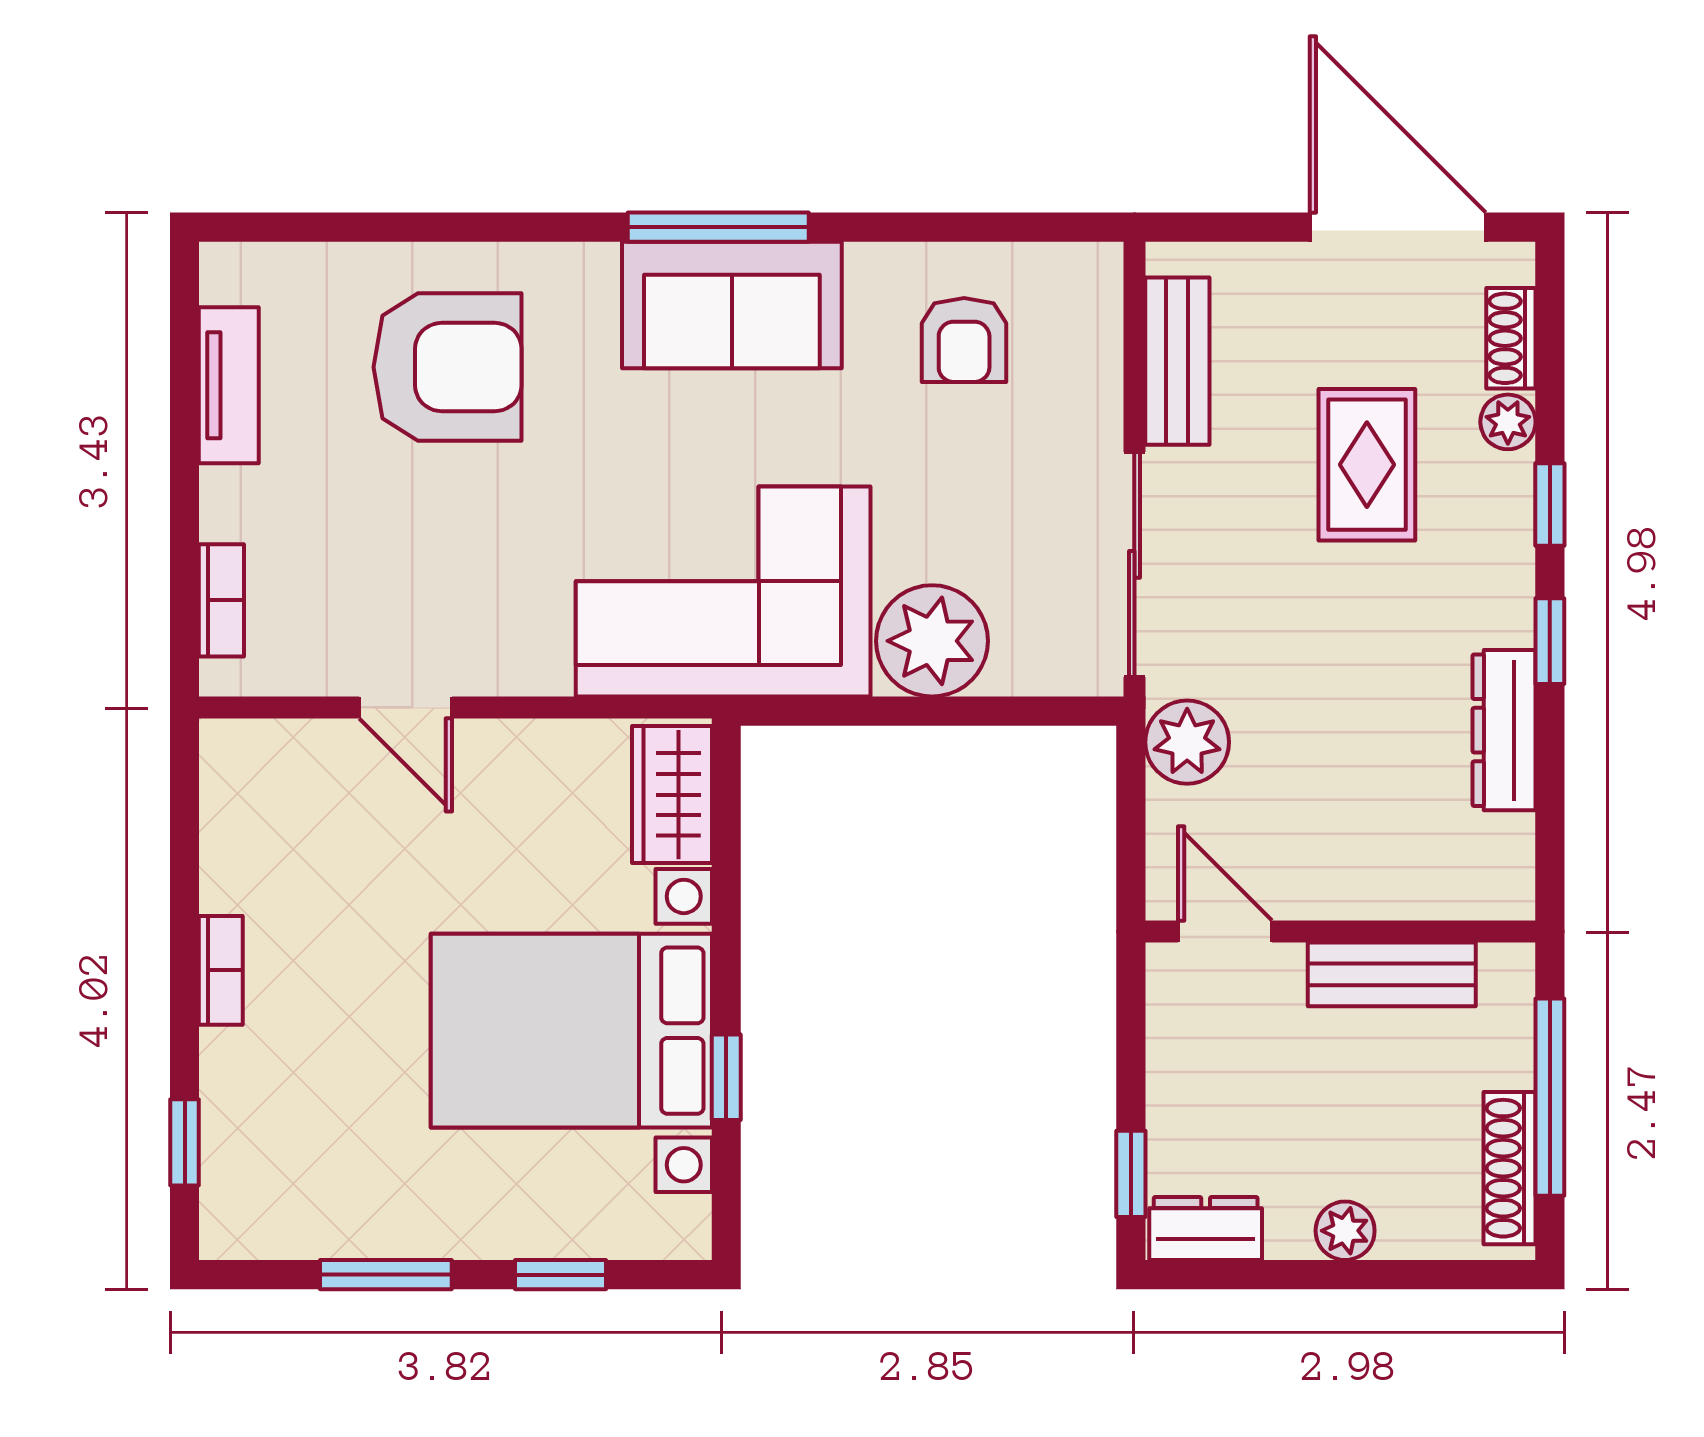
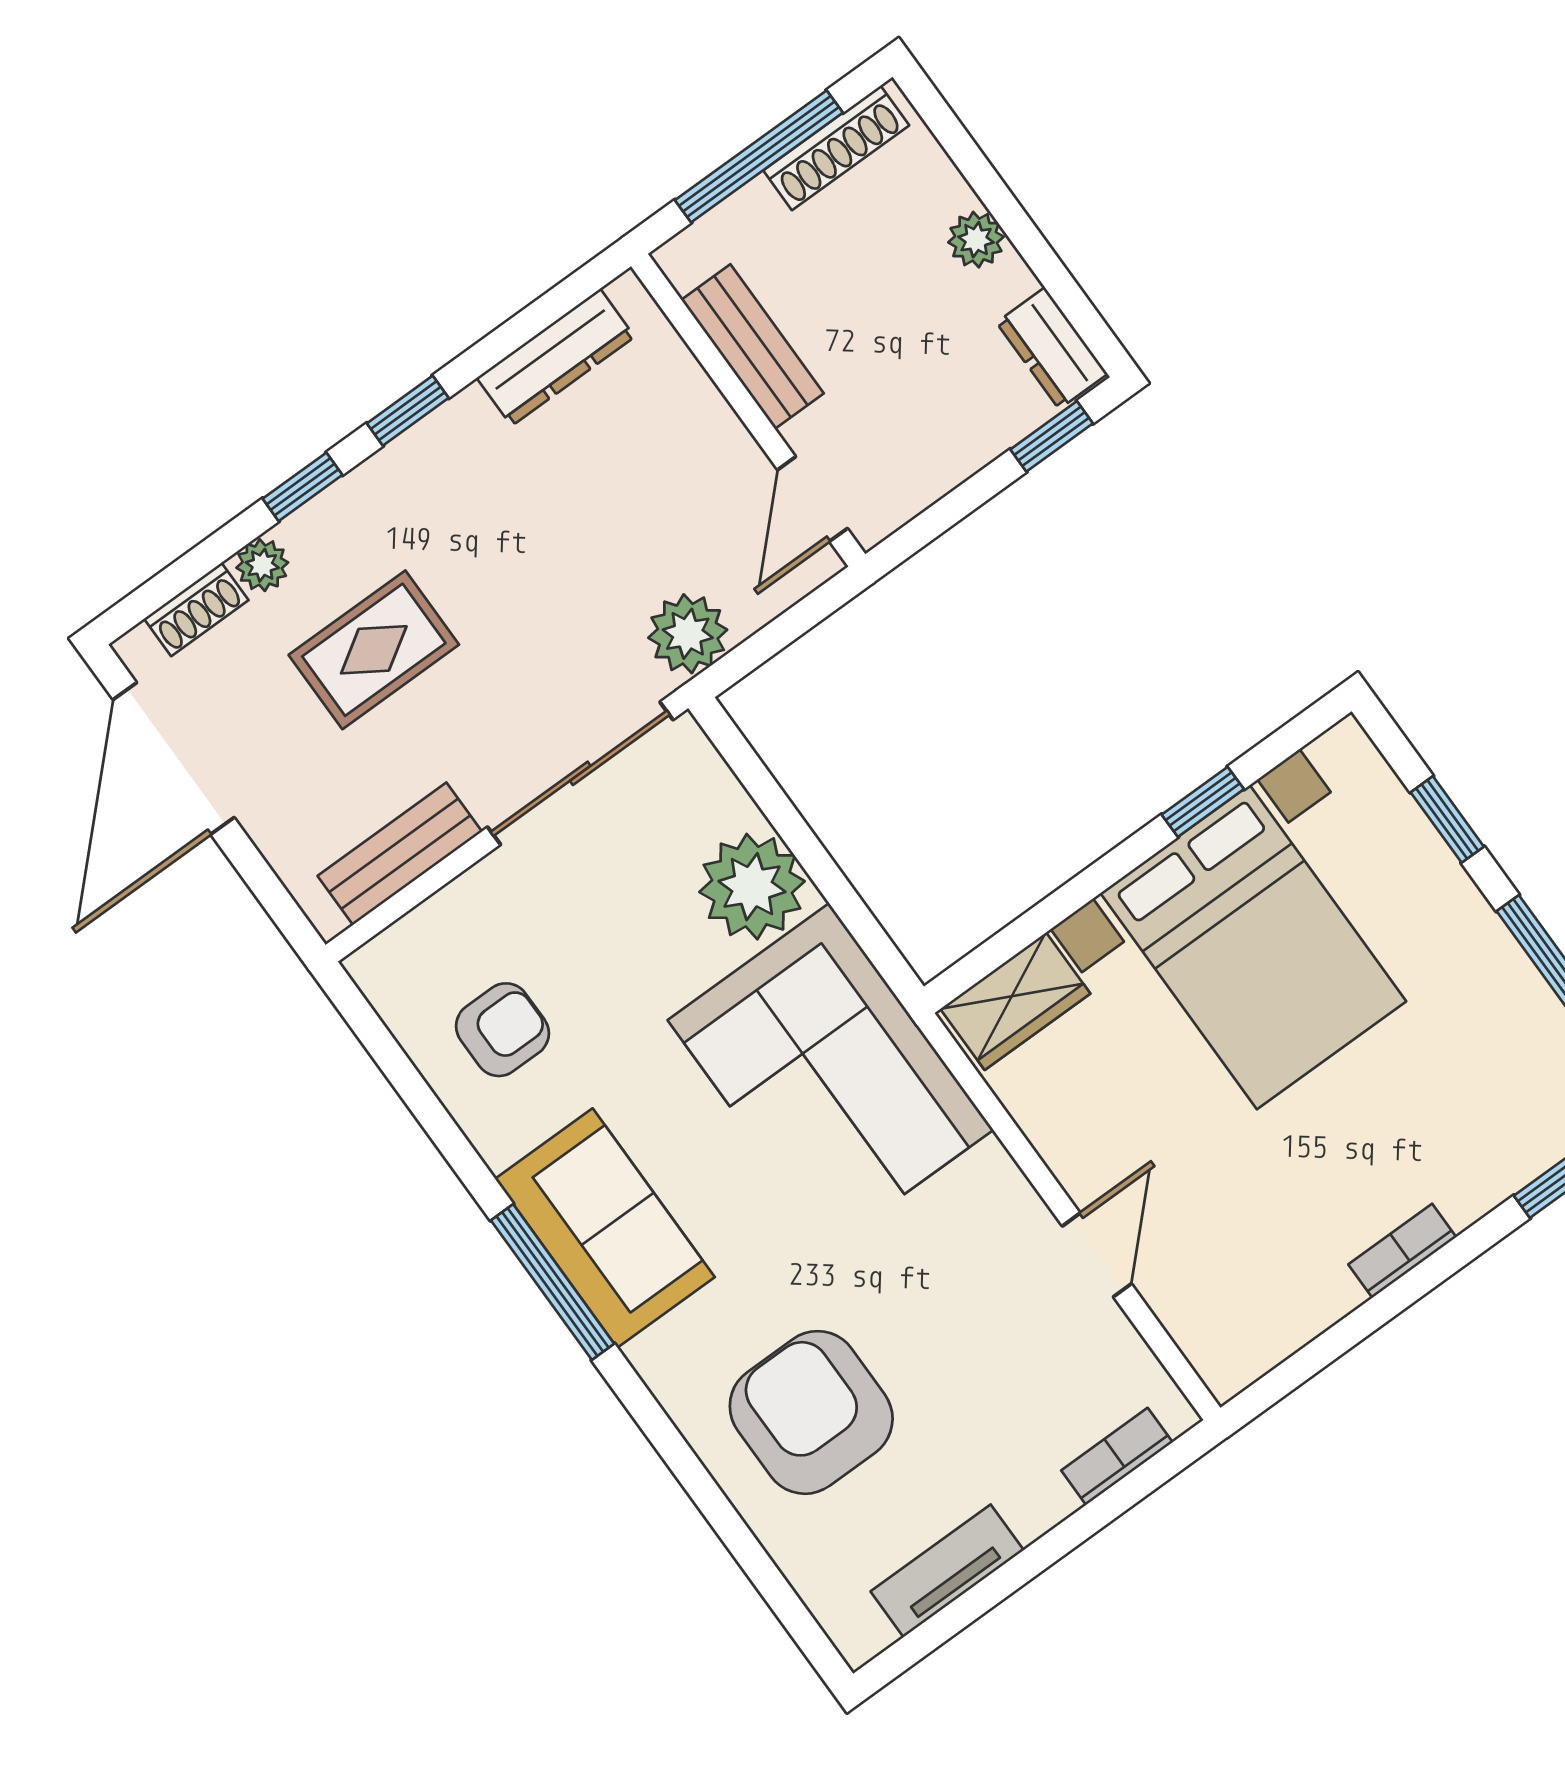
dresser: (1504, 730) -> (556, 357), moved

